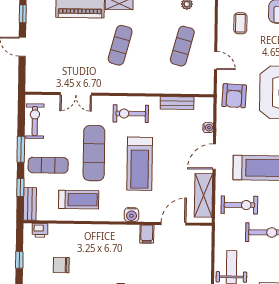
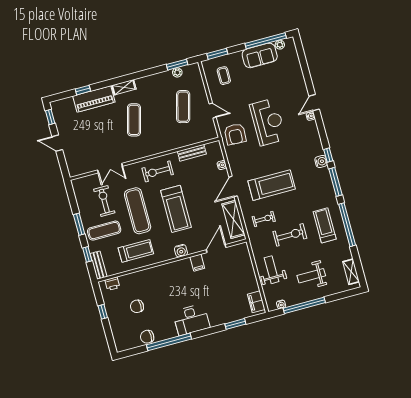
exercise bike: (35, 121) -> (104, 201), moved
exercise bike: (239, 205) -> (264, 219), width x0.73, depth x0.72

